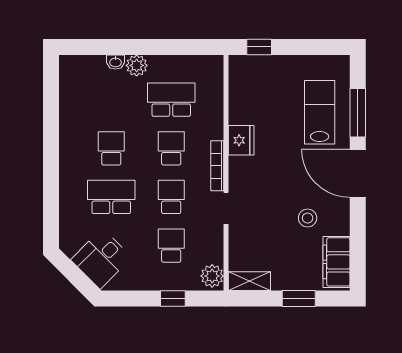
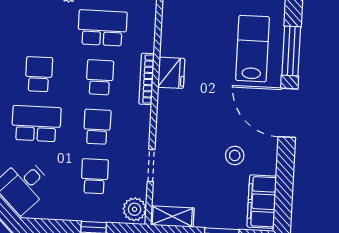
bookcase: (217, 166) -> (147, 79), moved
doorway: (226, 208) -> (151, 165), moved

